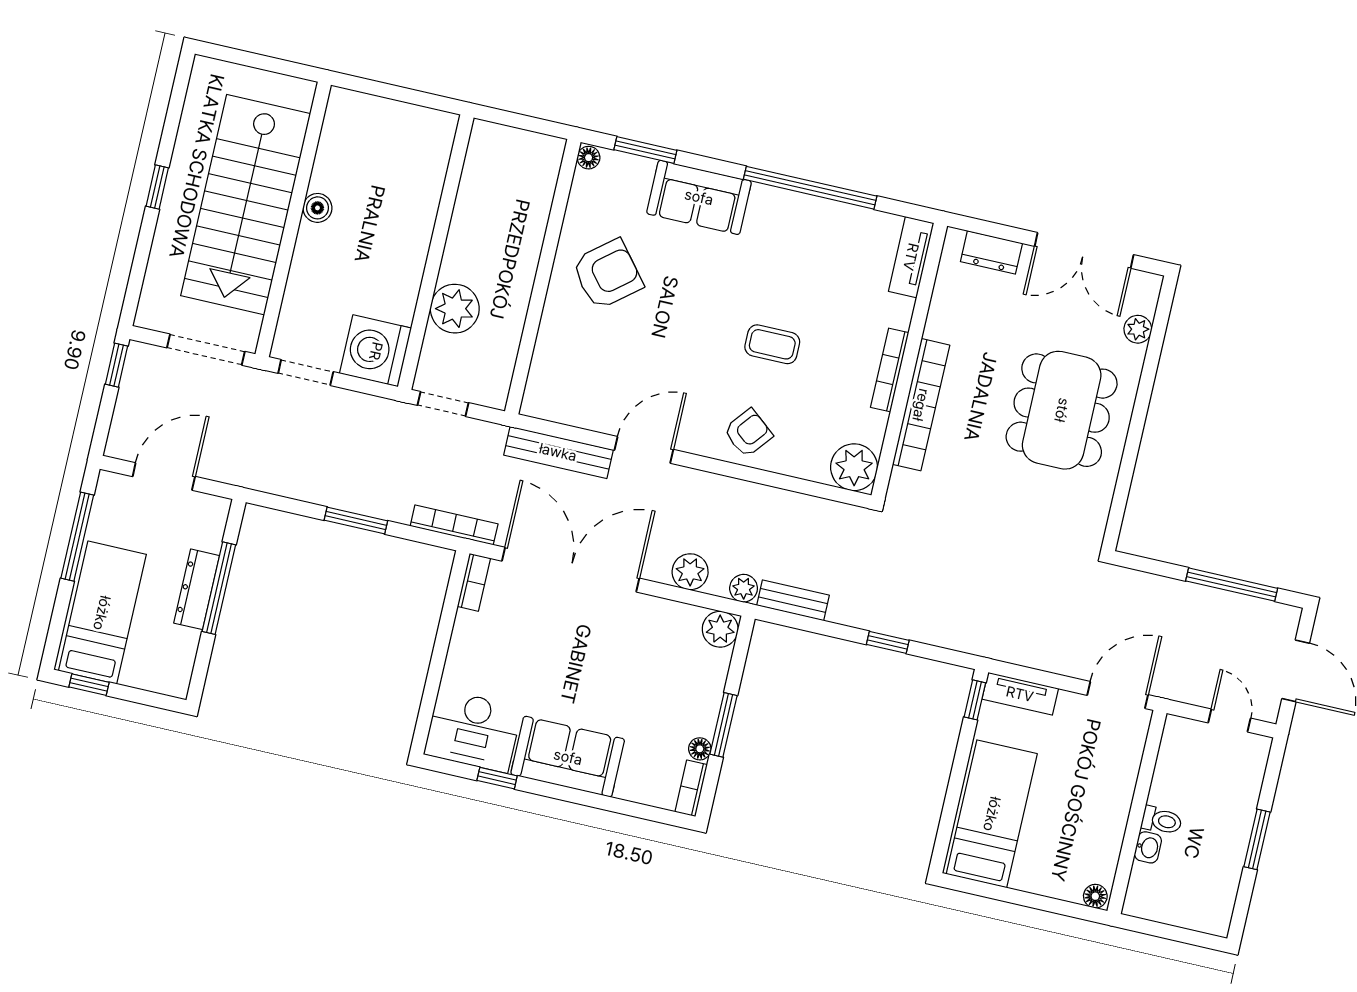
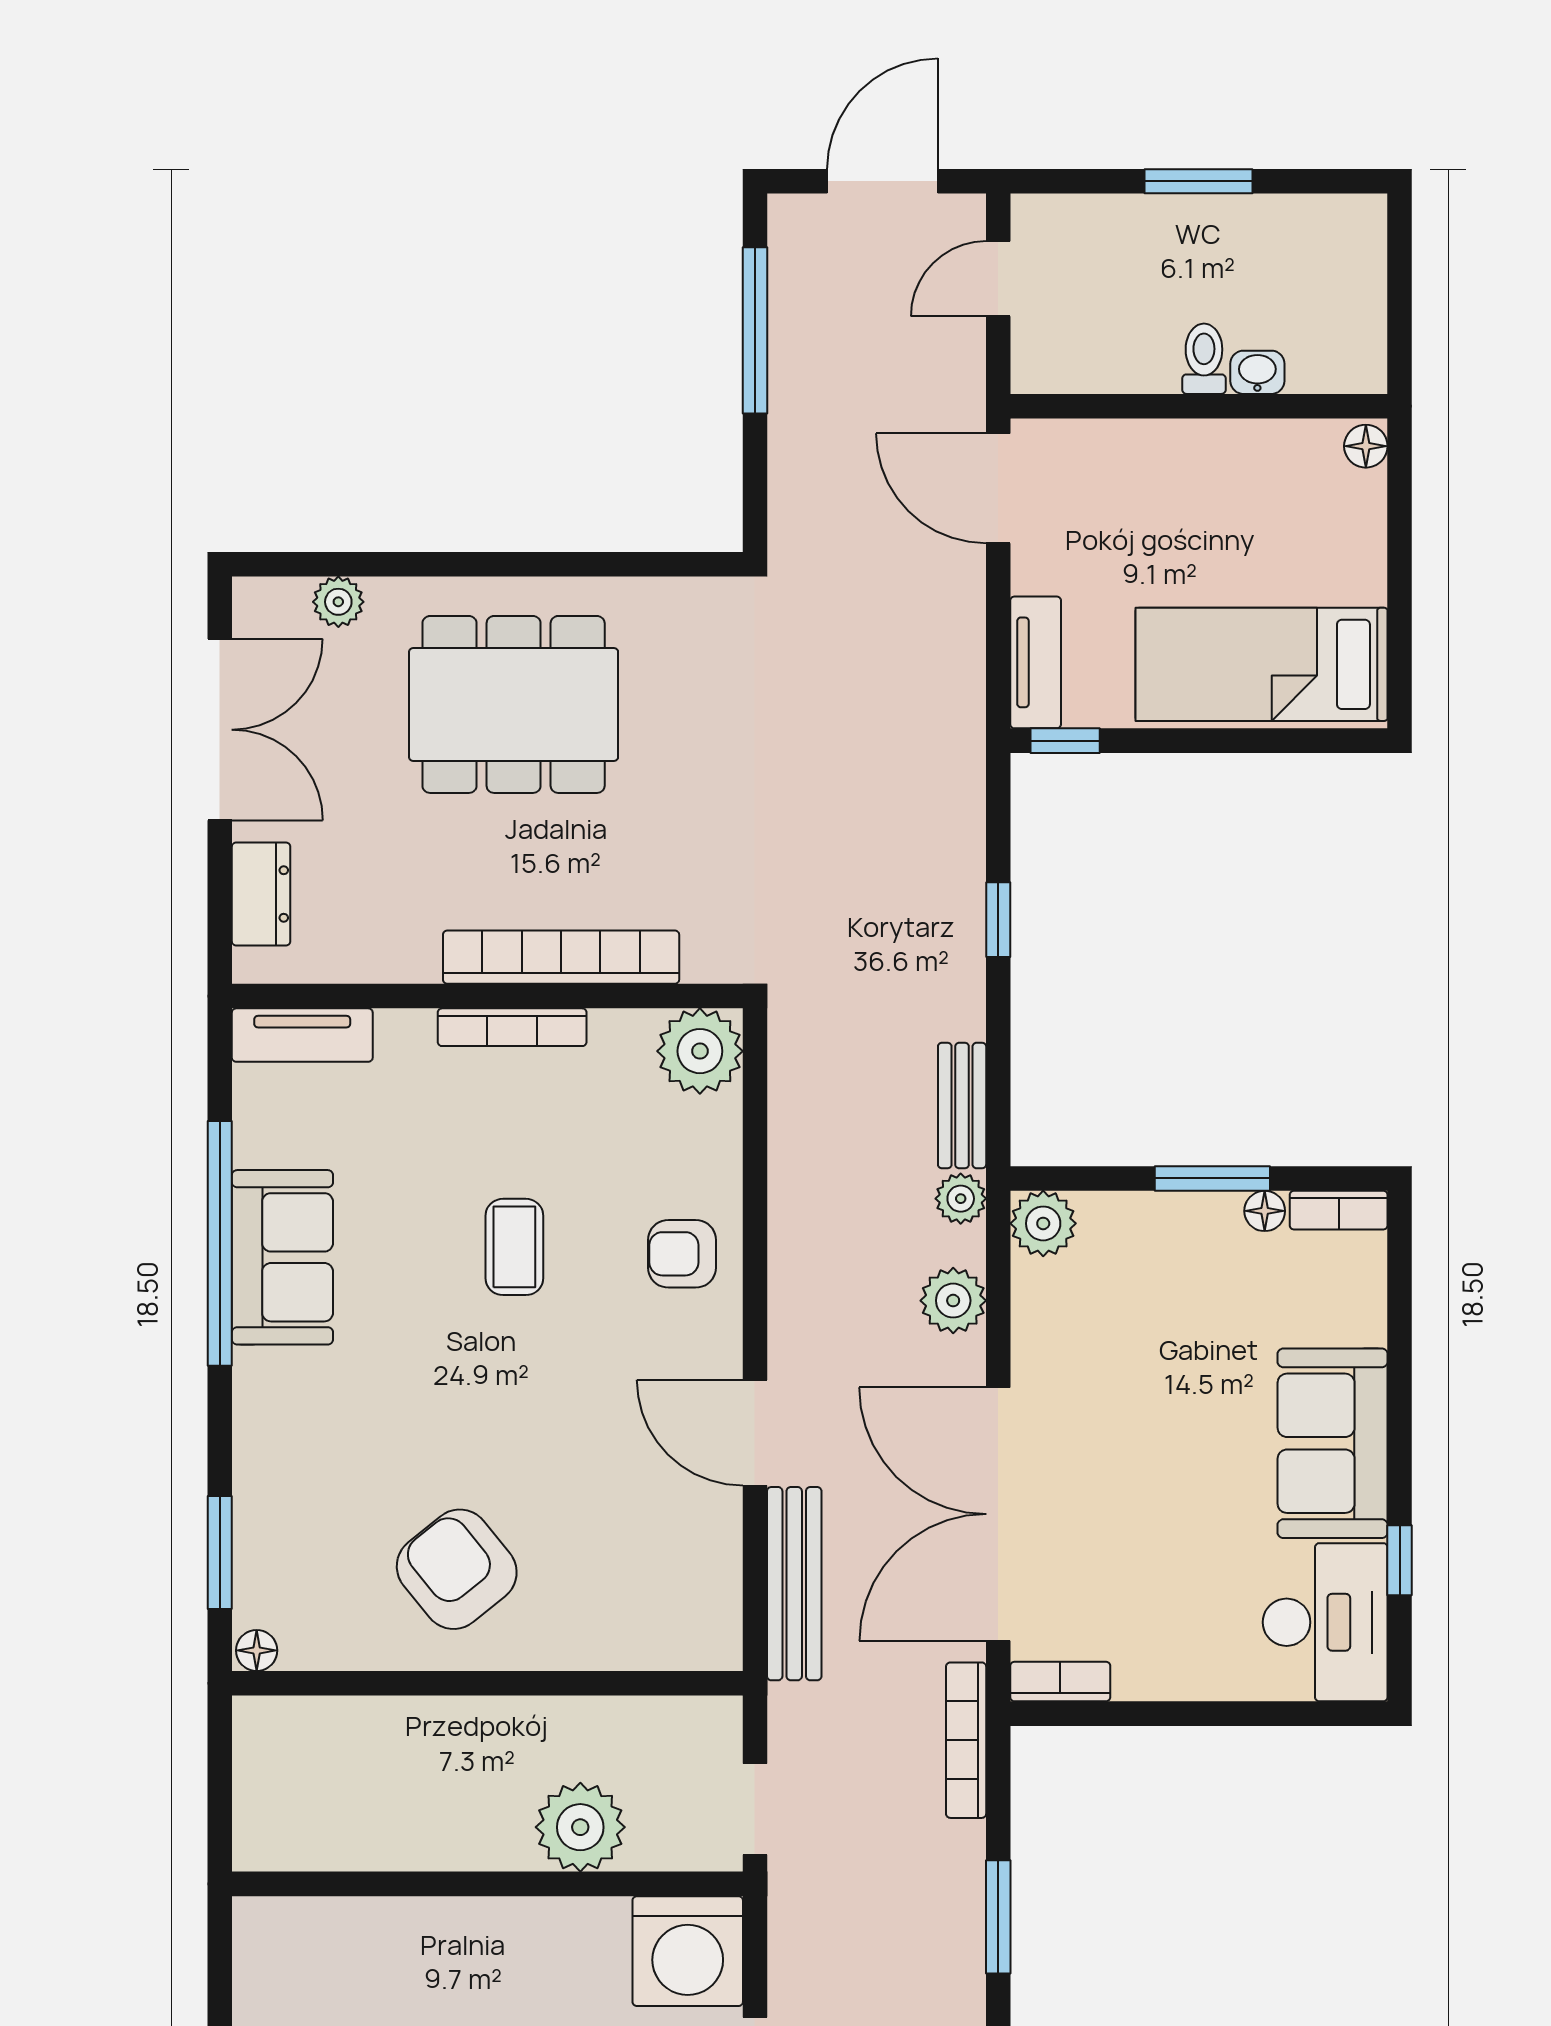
sofa: (699, 197) -> (282, 1257), moved
armchair: (748, 433) -> (682, 1254), turned -39

